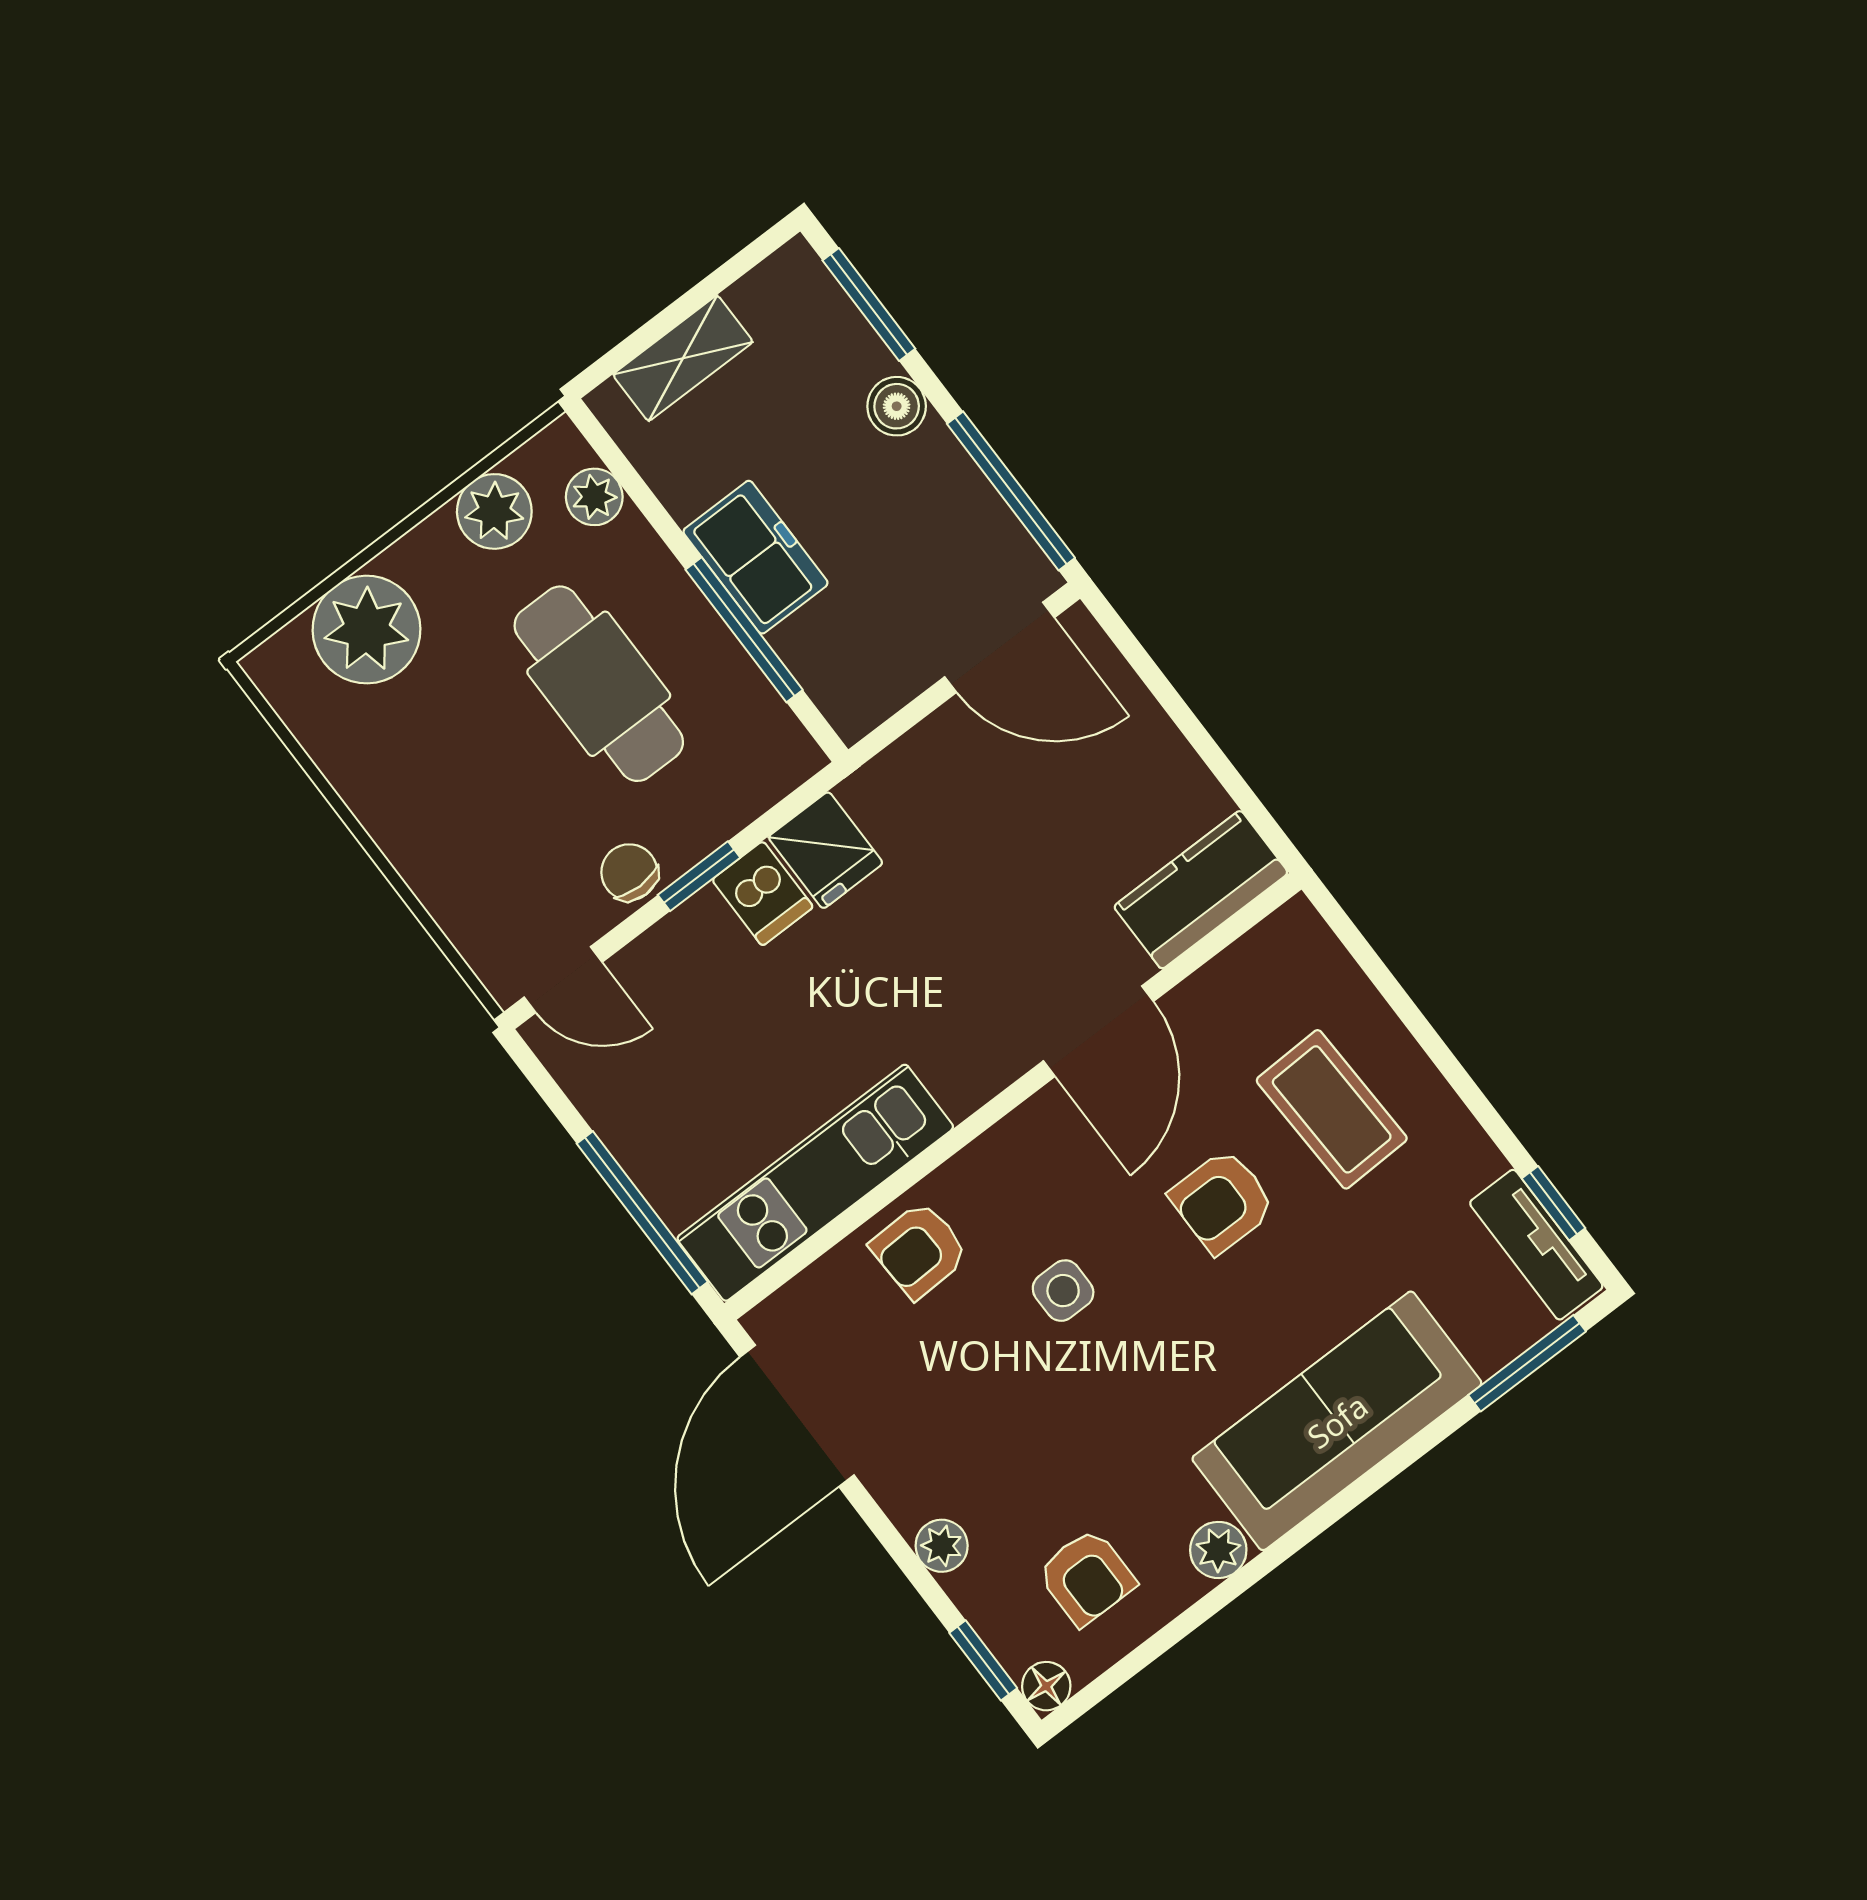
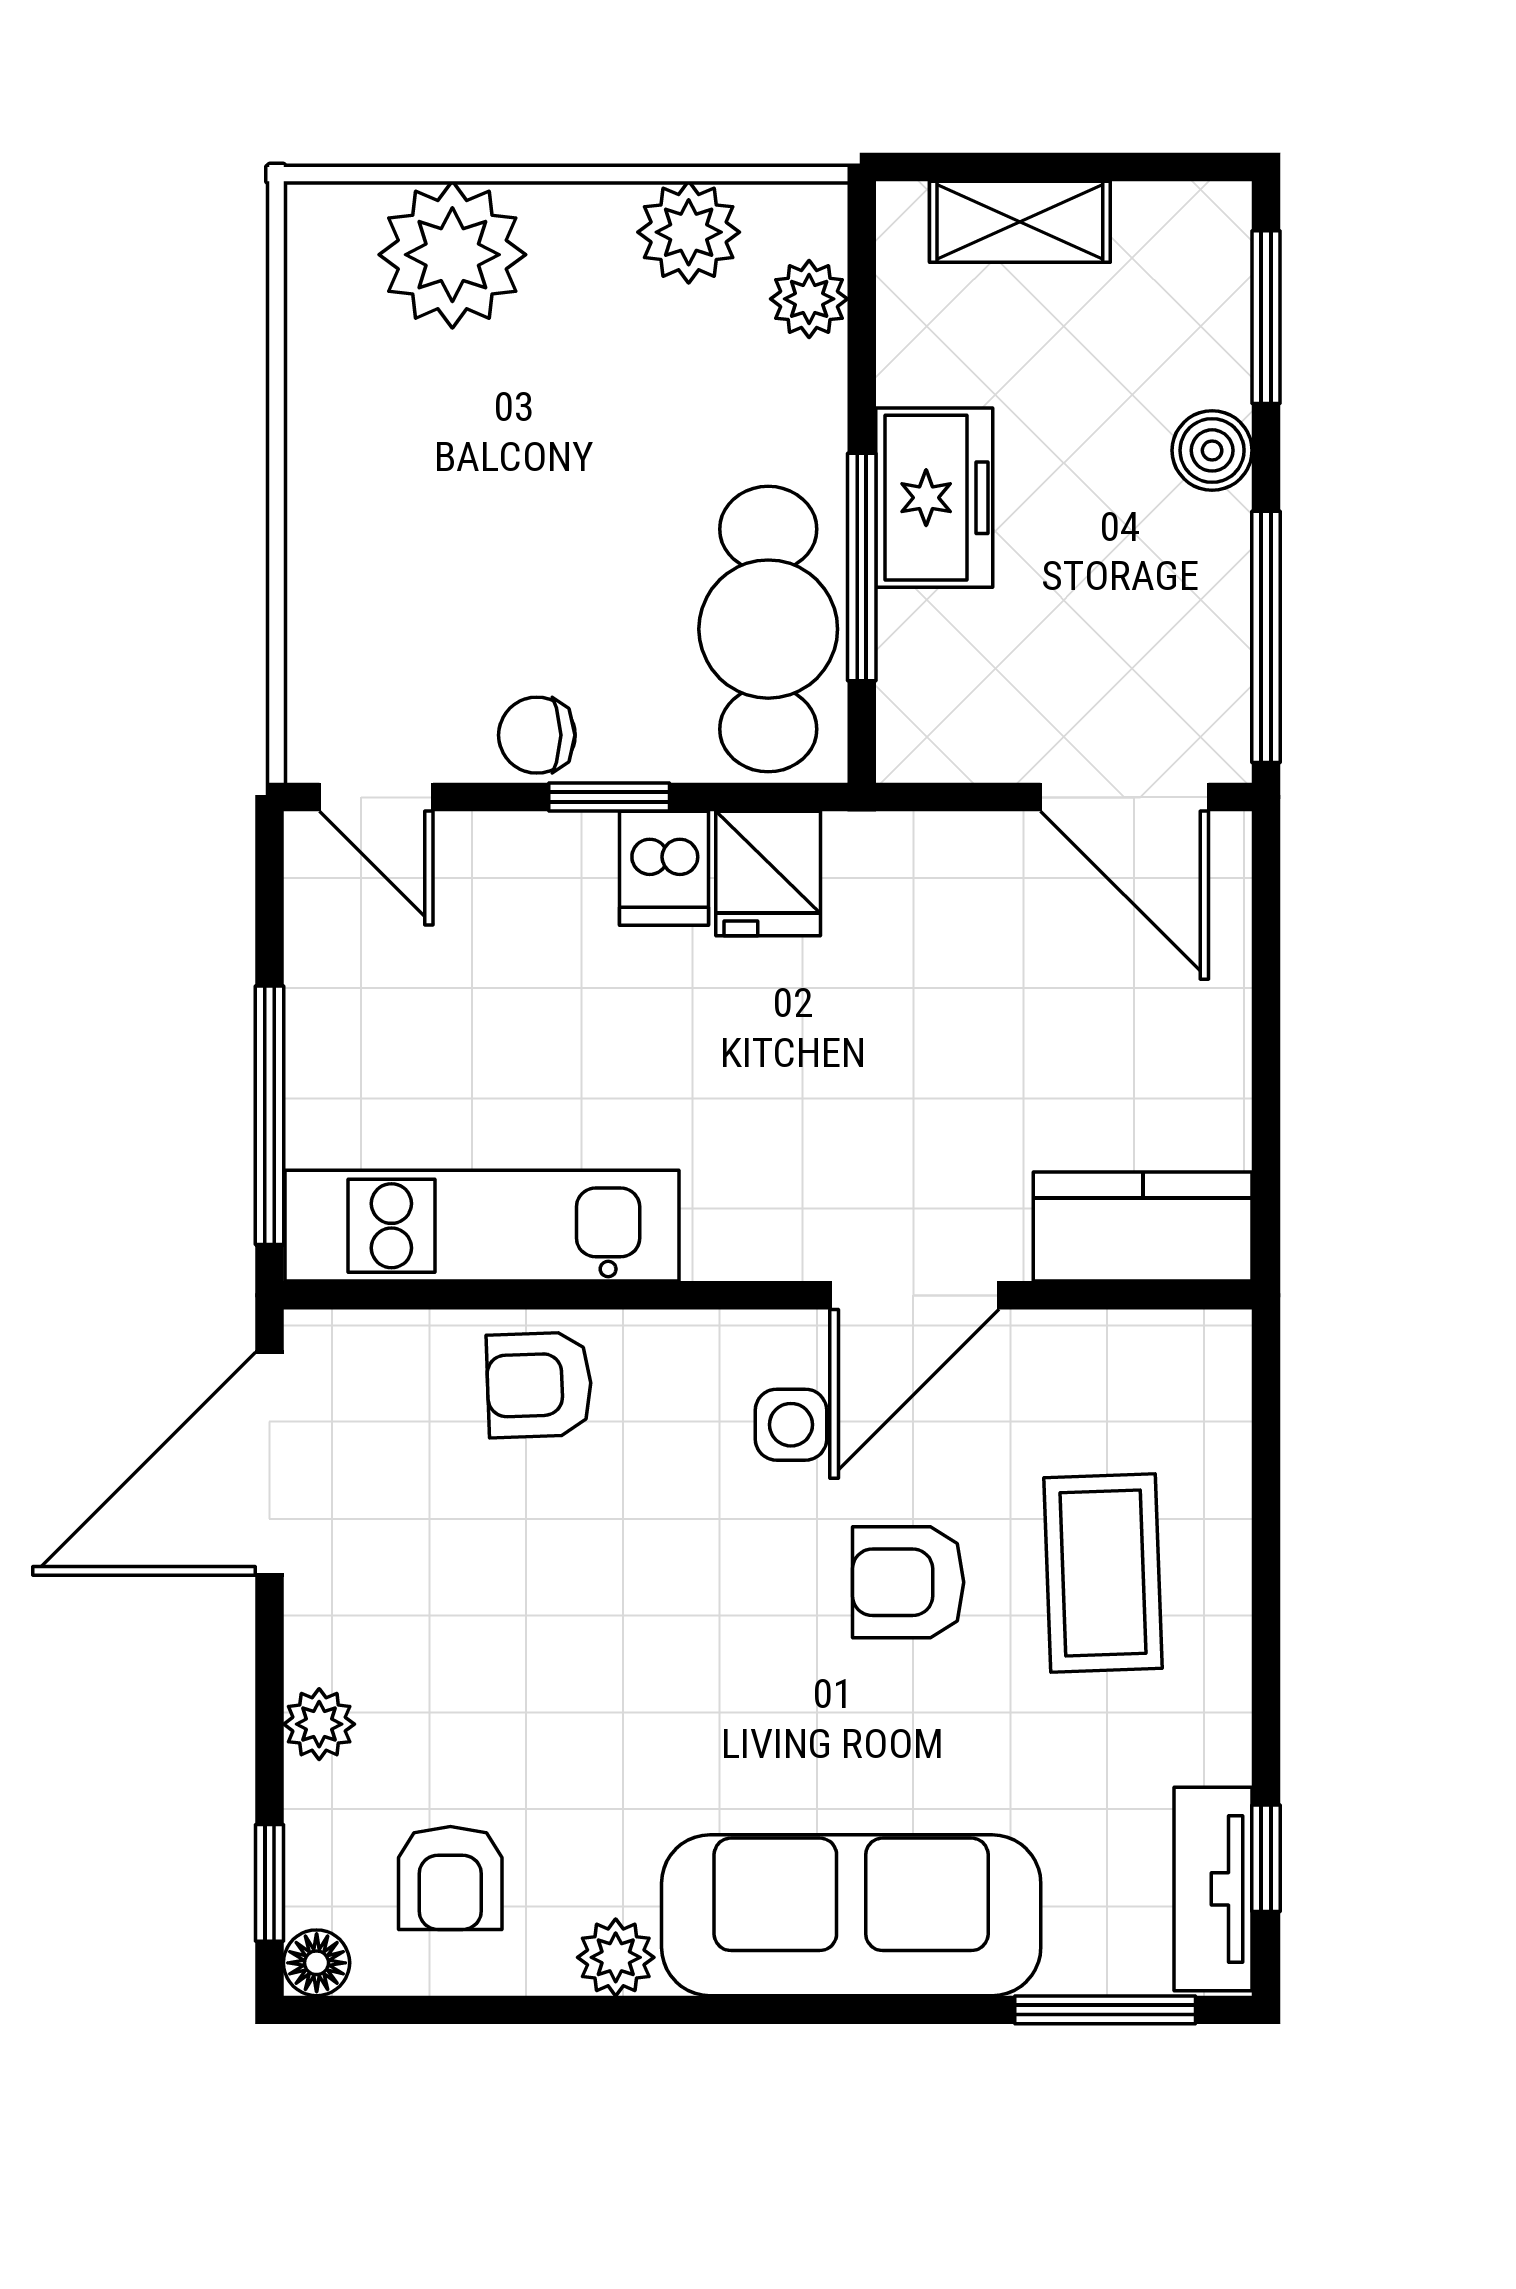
cafe table: (599, 684) -> (768, 629), moved
chair: (629, 872) -> (537, 735), turned -90
side table: (1063, 1291) -> (791, 1425), moved

